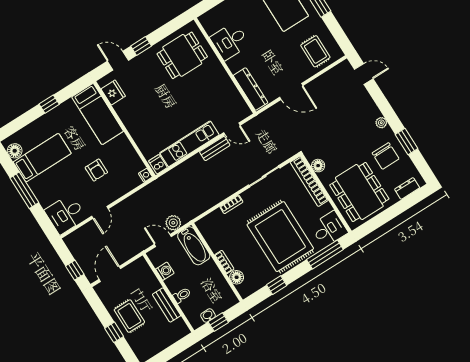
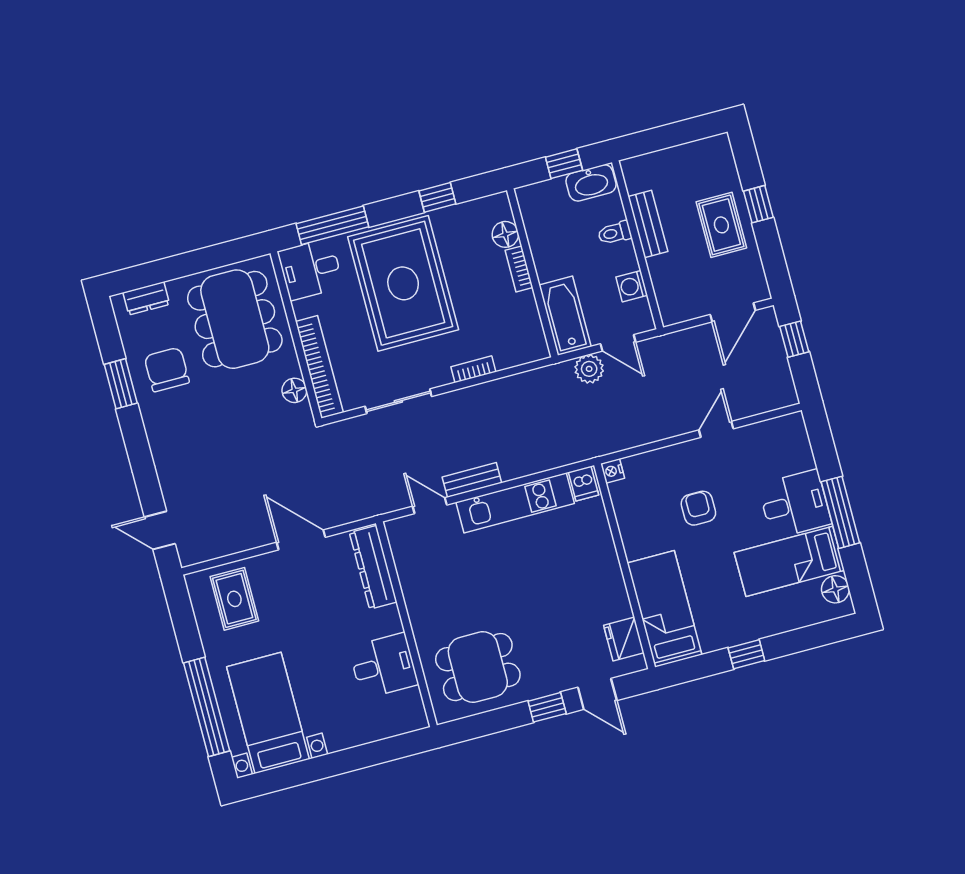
plant: (381, 123) -> (156, 432), removed
desk: (66, 214) -> (795, 504), moved
washbasin: (208, 315) -> (591, 183), width x1.91, depth x1.45

